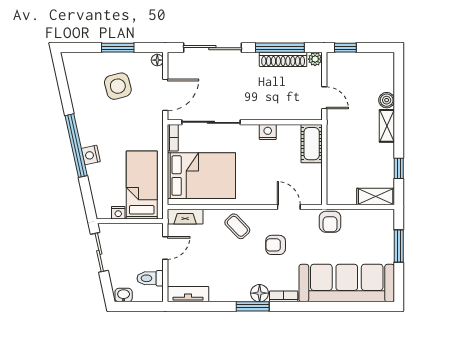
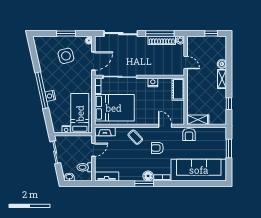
window: (345, 48) -> (211, 34), moved
shelving: (376, 196) -> (198, 120), moved

